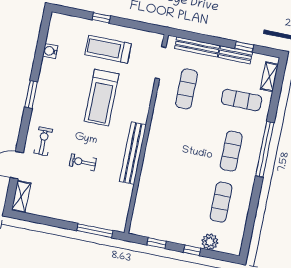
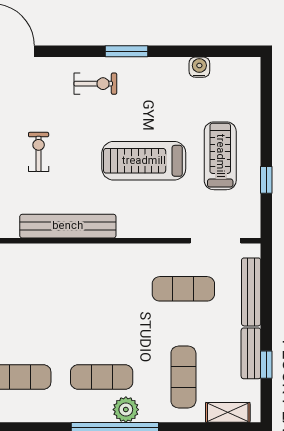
window: (101, 18) -> (266, 180), moved
plant: (255, 140) -> (126, 410), added
exercise bike: (43, 141) -> (95, 84), moved

